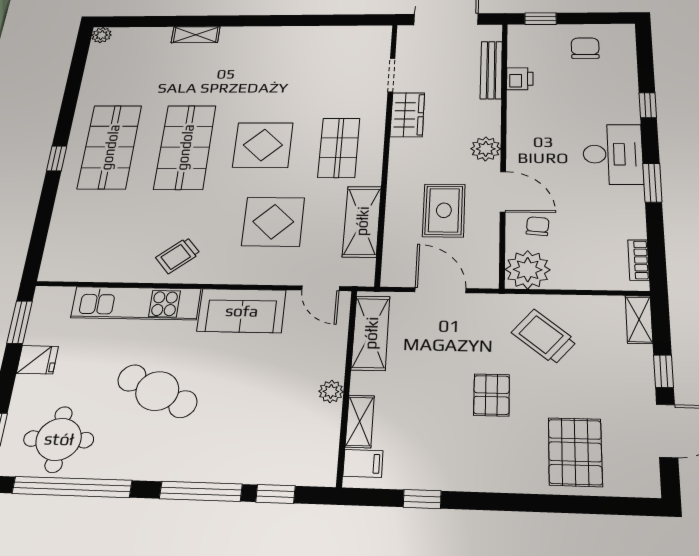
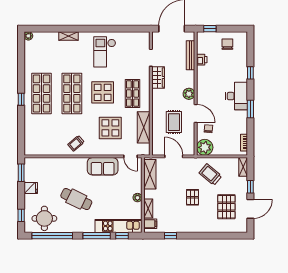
checkout: (278, 64) -> (105, 52), added
kitchen unit: (136, 303) -> (119, 226), moved, turned 180
pallet: (575, 452) -> (226, 207), moved

